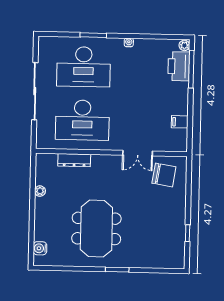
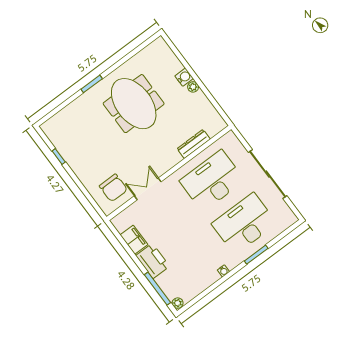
printer: (179, 66) -> (153, 261), moved
filing cabinet: (180, 122) -> (134, 240), width x2.00
chair: (164, 175) -> (113, 188), turned -99
plant: (40, 191) -> (193, 87), moved
water cooler: (40, 248) -> (184, 77), moved

